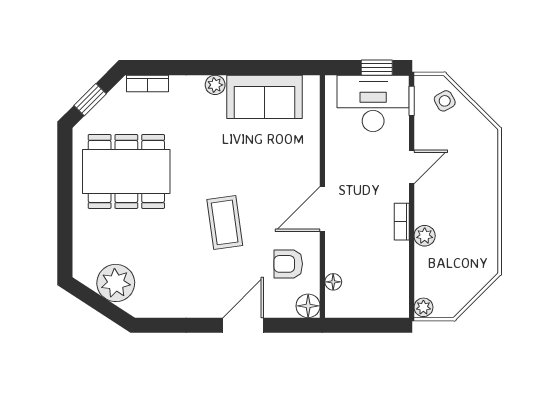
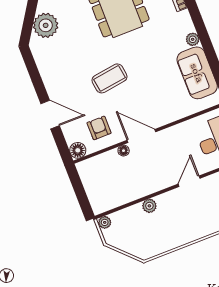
door: (412, 167) -> (189, 181), swing flipped
bookcase: (402, 222) -> (153, 188), removed
floor lamp: (333, 282) -> (124, 151), moved

